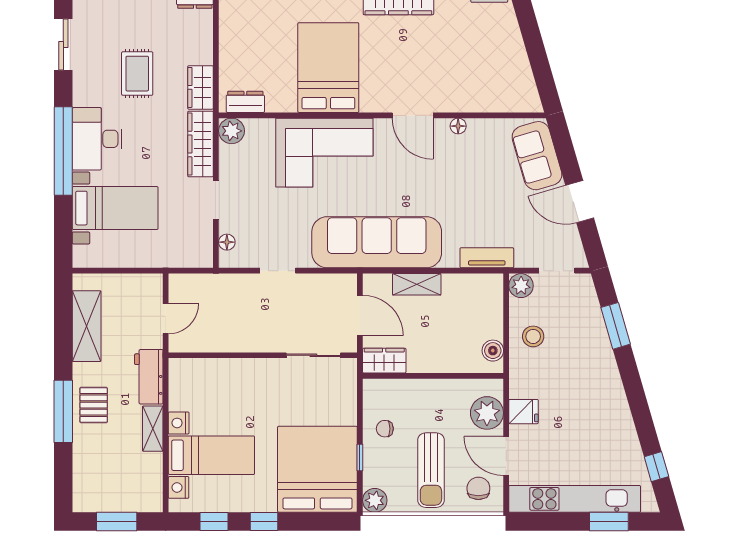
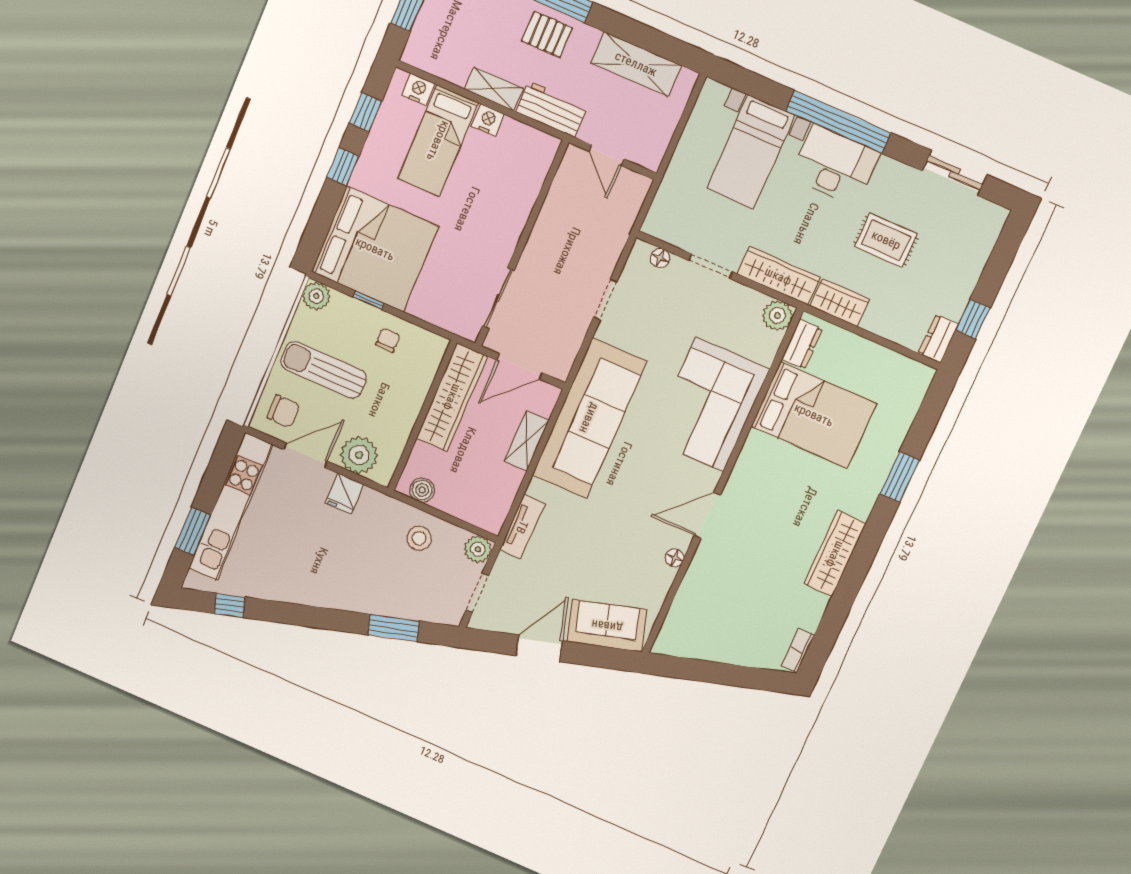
bed: (328, 68) -> (814, 415), moved
wardrobe: (384, 361) -> (452, 397), width x2.10, depth x1.17

